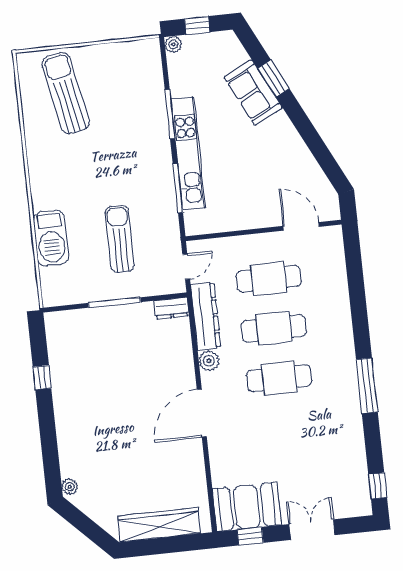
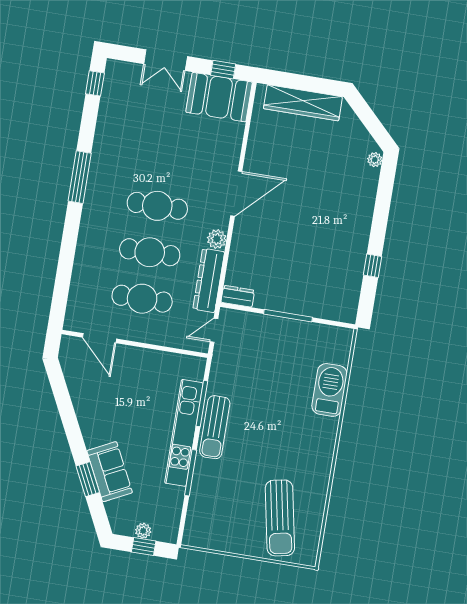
plant: (173, 44) -> (143, 531), moved
sun lounger: (120, 239) -> (215, 427), moved

